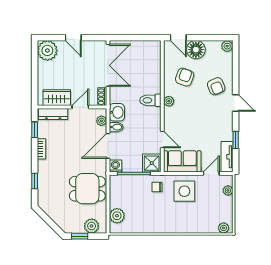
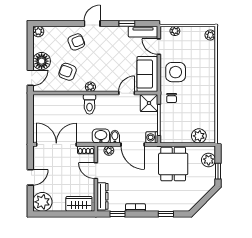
wardrobe: (57, 98) -> (79, 204), moved, turned 90

